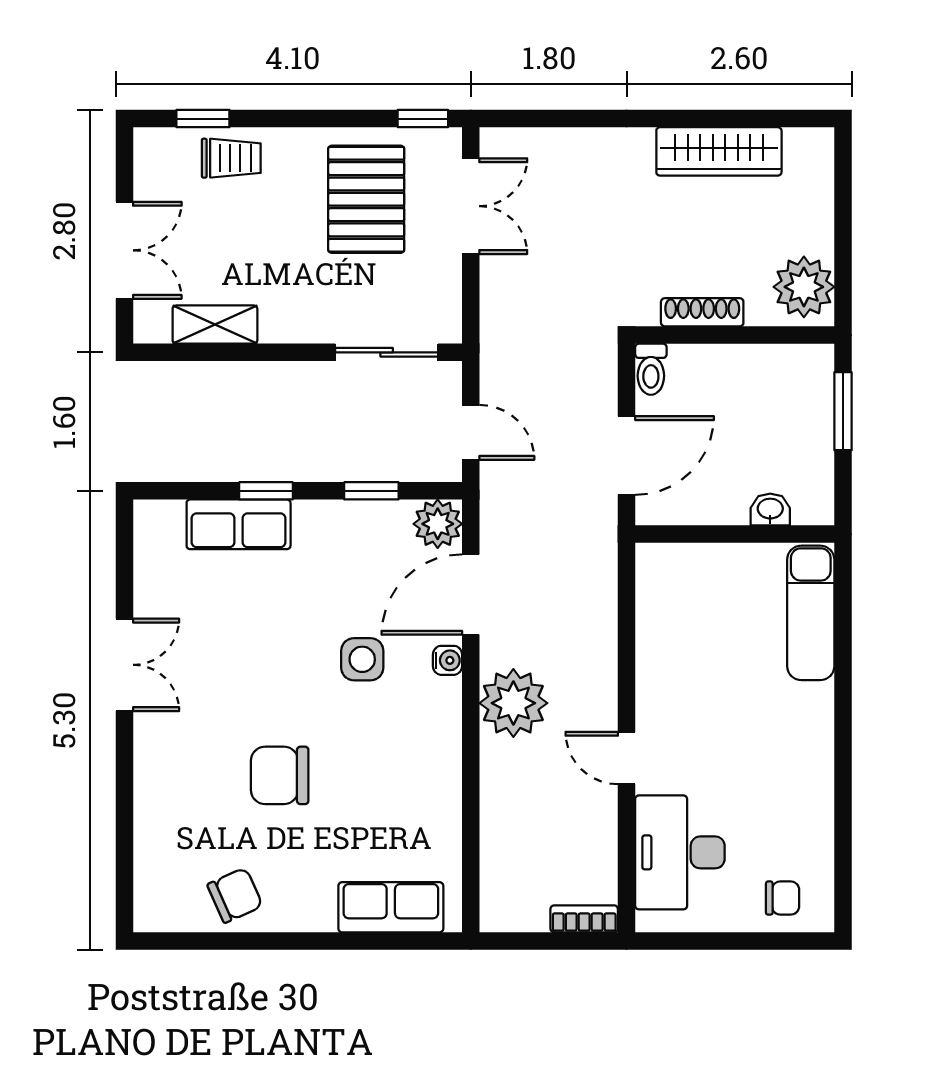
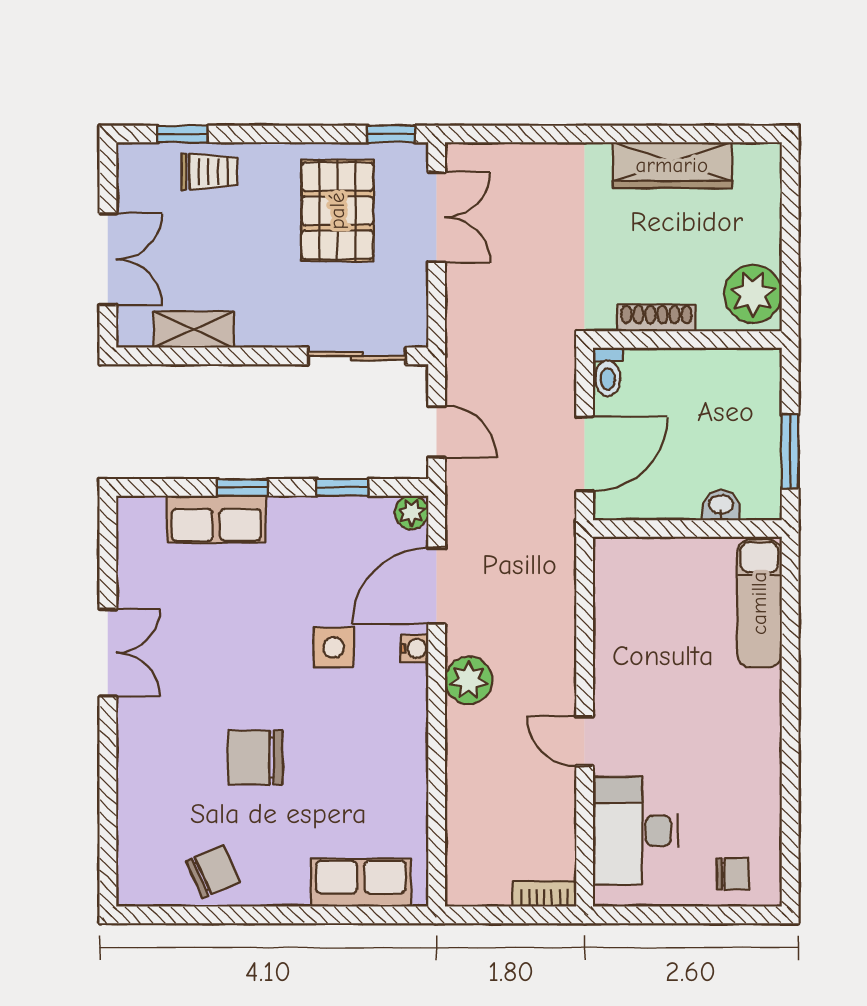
window: (843, 411) -> (790, 451), moved
plant: (438, 524) -> (412, 512), width x0.73, depth x0.73
plant: (513, 703) -> (469, 680), width x0.73, depth x0.73

